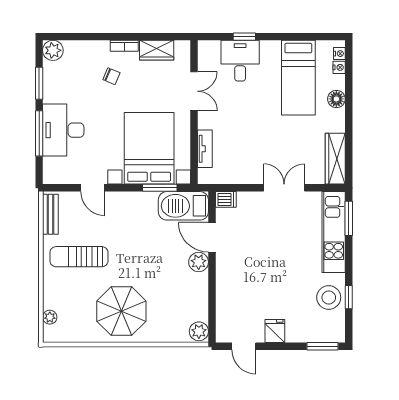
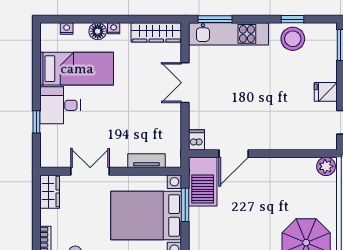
wardrobe: (157, 50) -> (50, 192), moved
nightstand: (339, 54) -> (114, 28), moved
desk: (240, 61) -> (60, 105), moved
plant: (199, 262) -> (258, 167), removed

